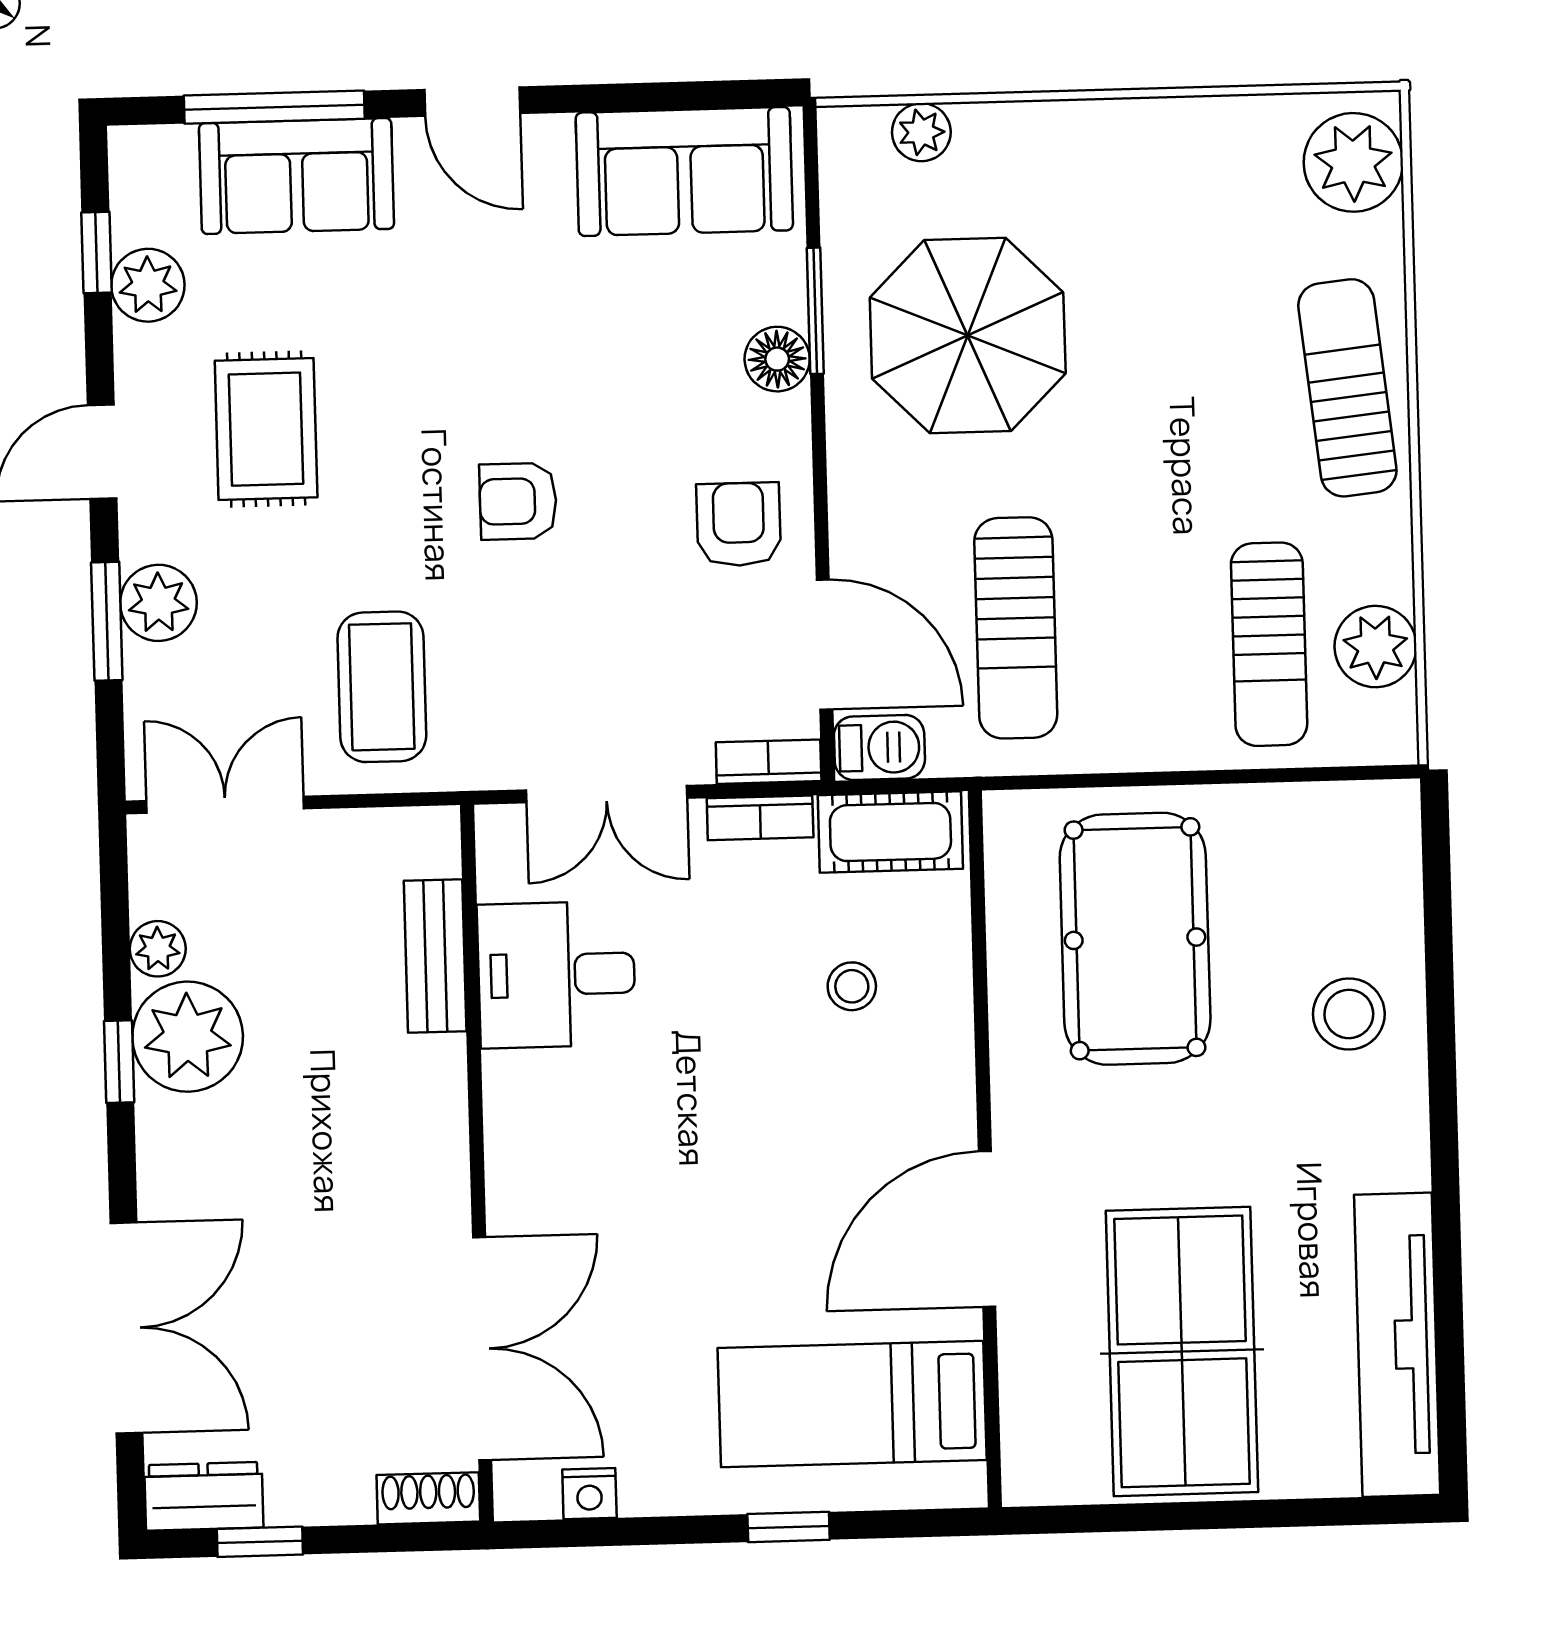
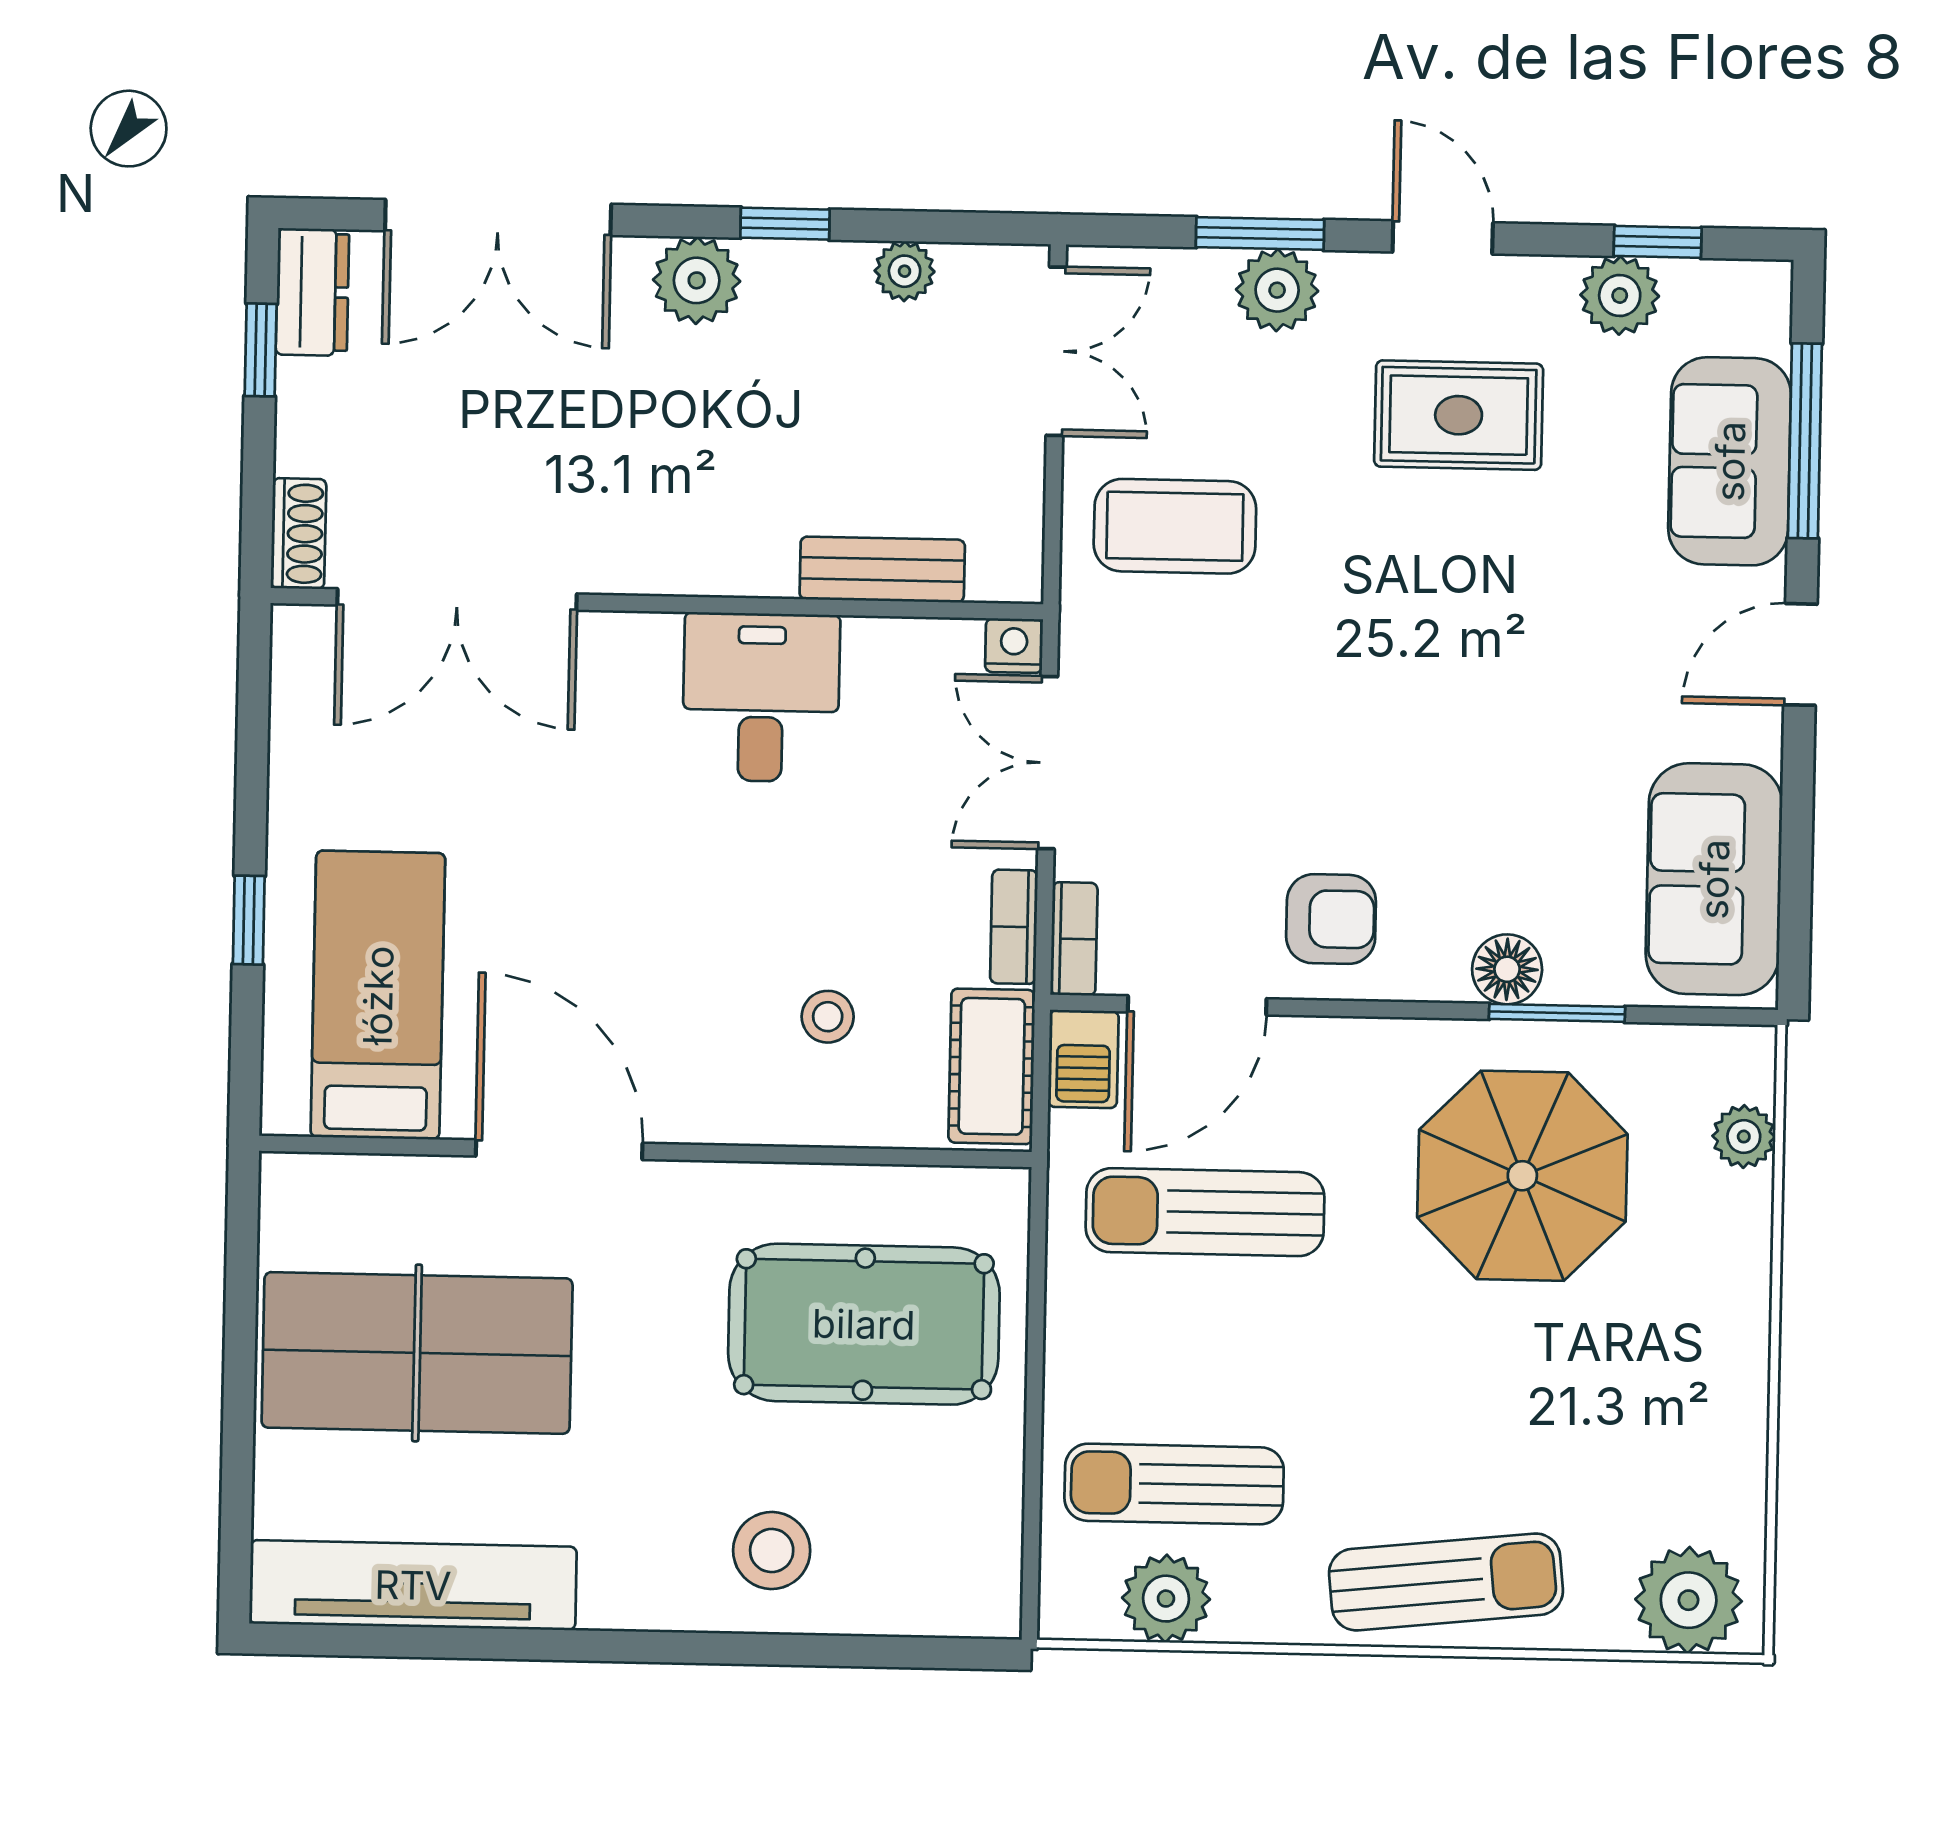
armchair: (518, 501) -> (1368, 683), removed
desk: (556, 975) -> (761, 697), moved
plant: (188, 1037) -> (697, 280), moved, width x0.73, depth x0.73
nightstand: (589, 1494) -> (1014, 646), moved, turned 90

